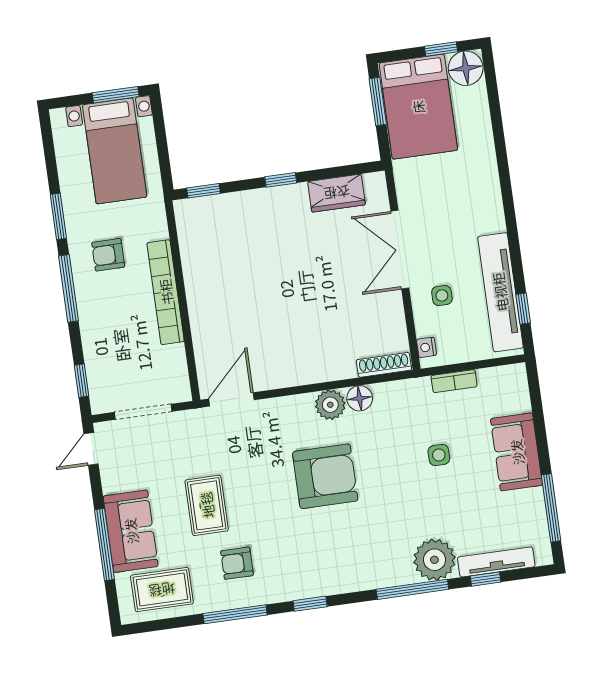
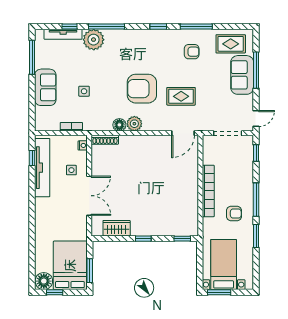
rug: (207, 505) -> (181, 96), moved, turned 90

